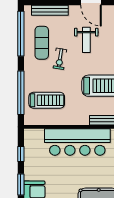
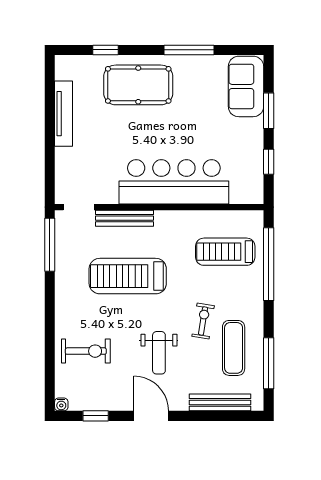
window: (21, 34) -> (269, 363), width x0.68
weight bench: (86, 40) -> (159, 353), turned 180

